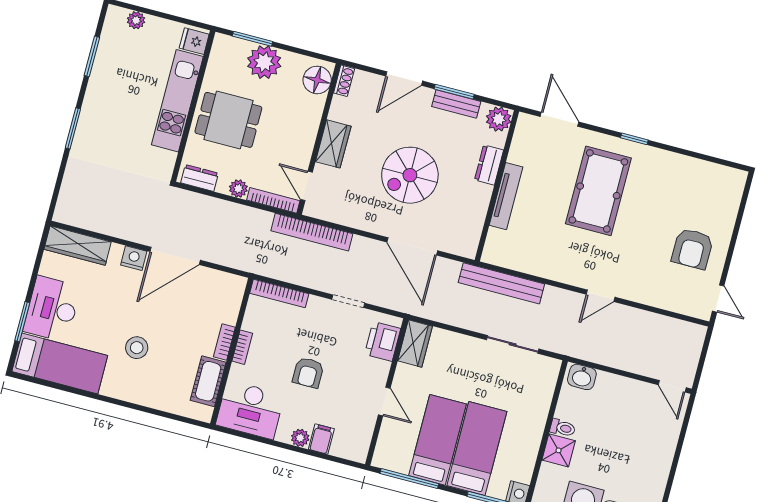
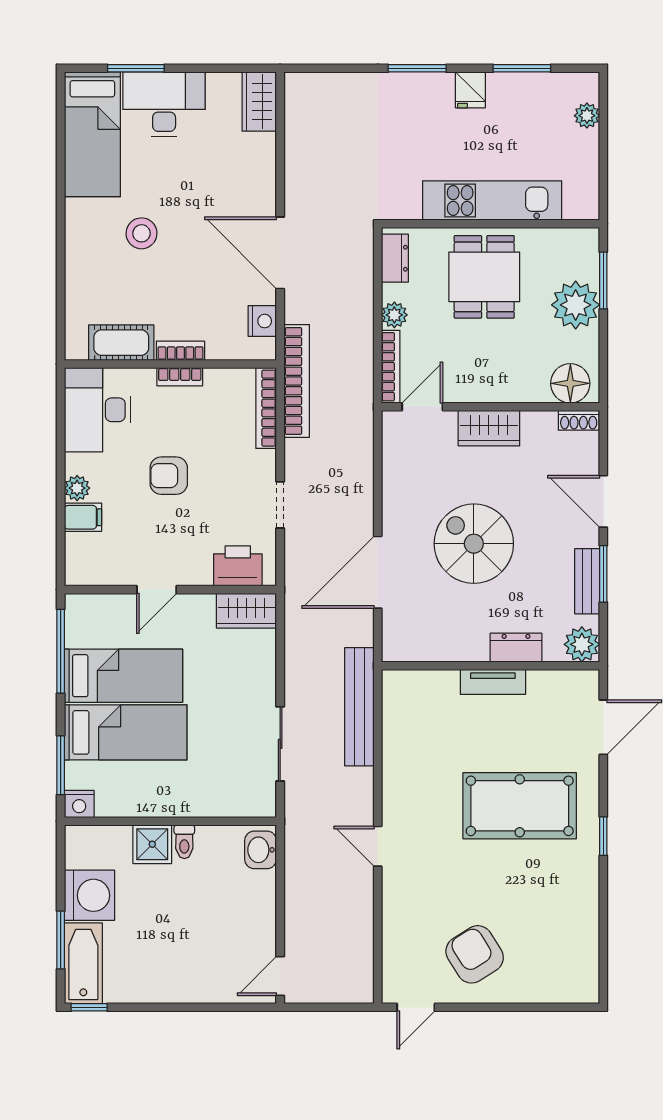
fridge: (194, 41) -> (470, 90), moved, turned 180
tv unit: (506, 196) -> (493, 682), width x0.71
bookcase: (312, 232) -> (297, 381), moved, turned 180
wardrobe: (78, 246) -> (259, 102), width x0.67
armchair: (692, 249) -> (475, 954), turned 58
nightstand: (134, 258) -> (262, 321), moved

